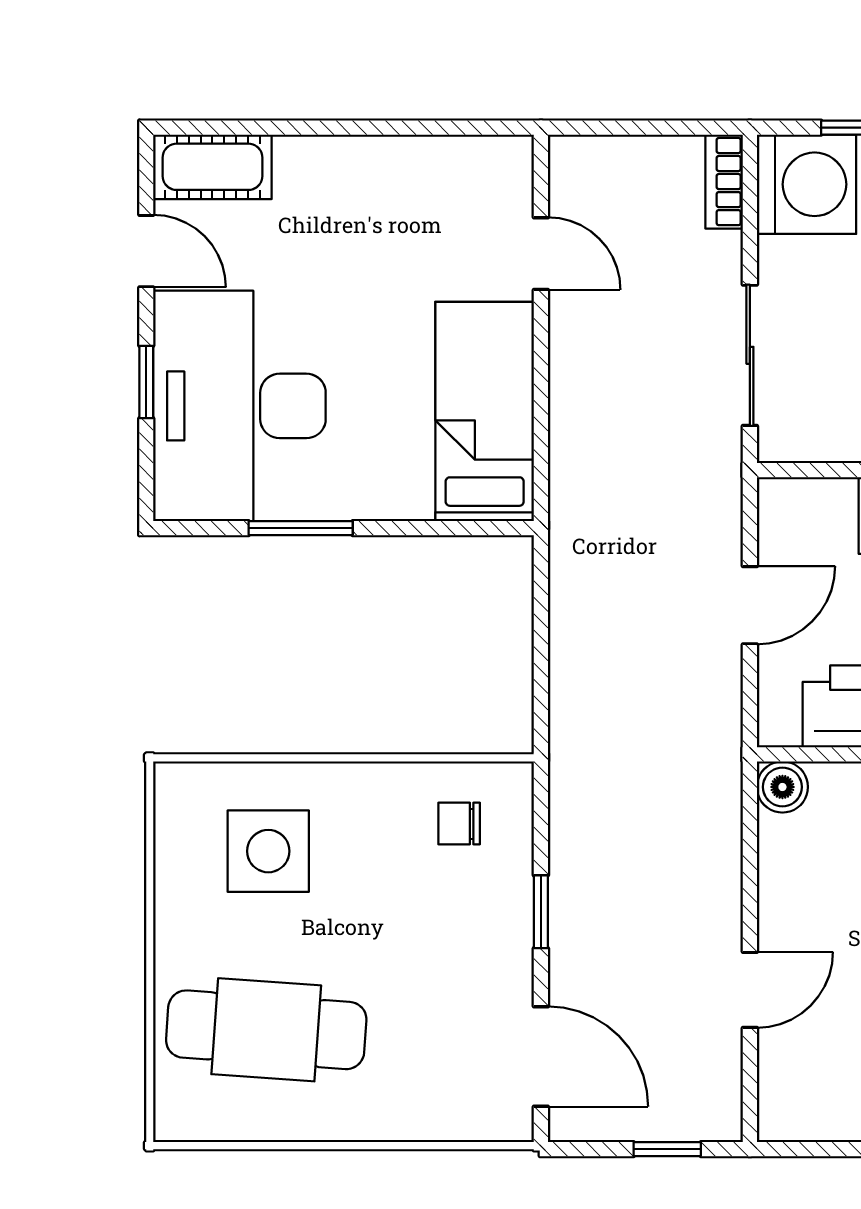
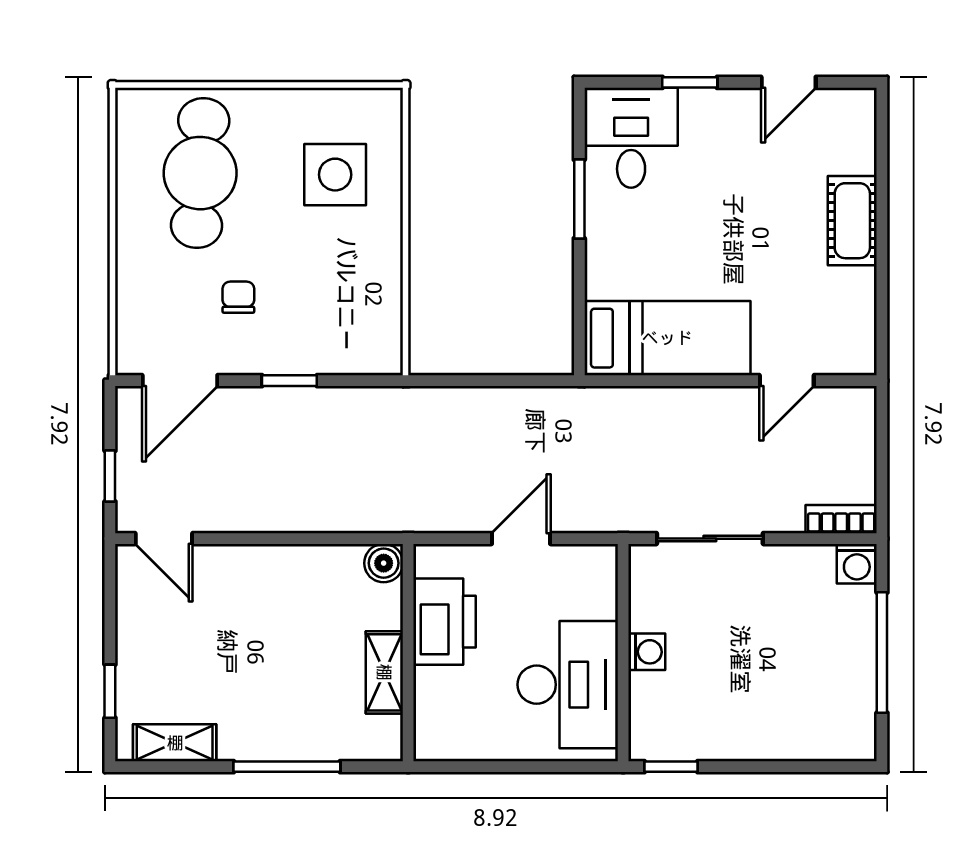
cot: (212, 167) -> (852, 221), moved
washing machine: (807, 184) -> (857, 564), width x0.53, depth x0.53
desk: (239, 406) -> (631, 138), width x0.53, depth x0.77
door: (750, 605) -> (521, 539), swing flipped
chair: (459, 824) -> (238, 297), moved
door: (750, 990) -> (164, 539), moved

